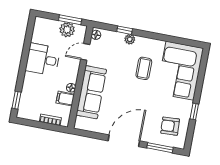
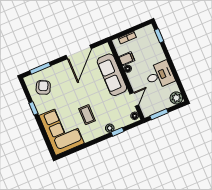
plant: (67, 30) -> (176, 98), moved
armchair: (170, 126) -> (43, 87), turned -61
door: (124, 141) -> (79, 52), moved

